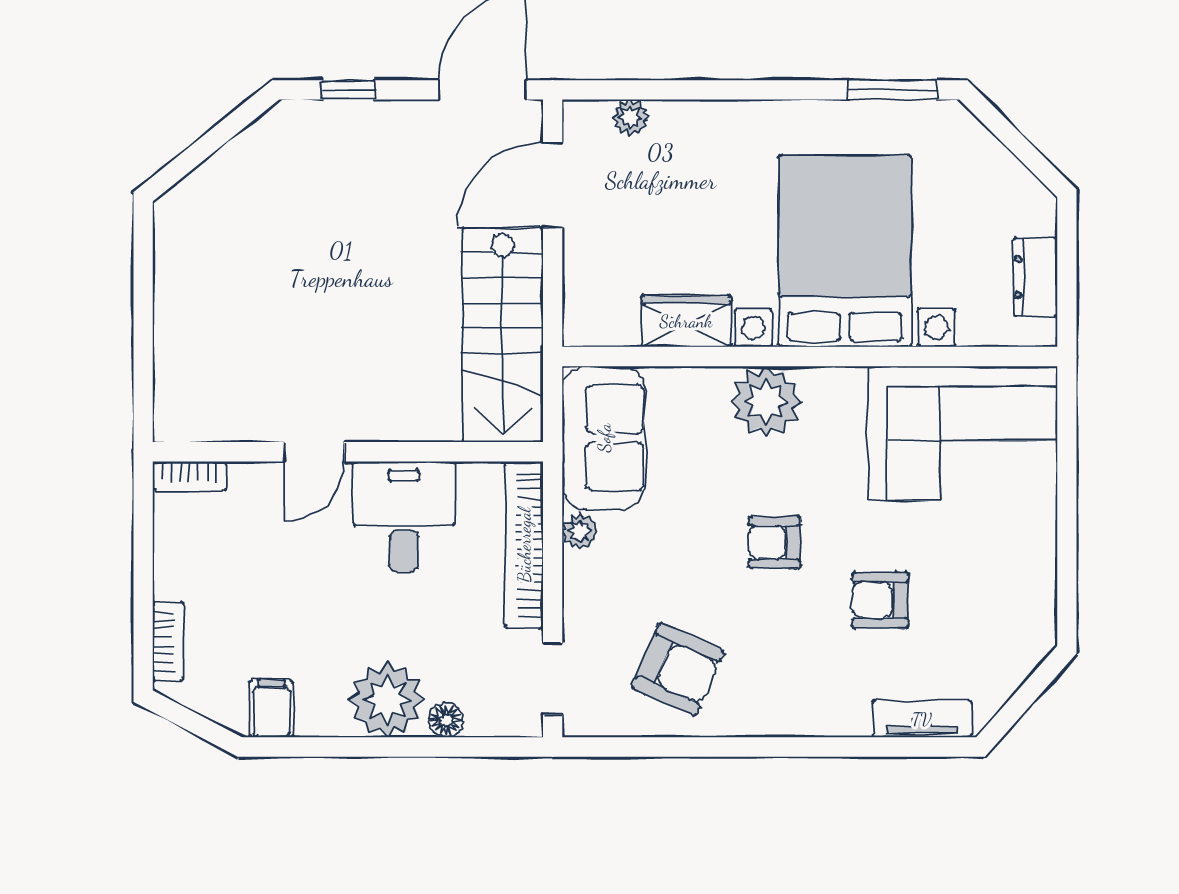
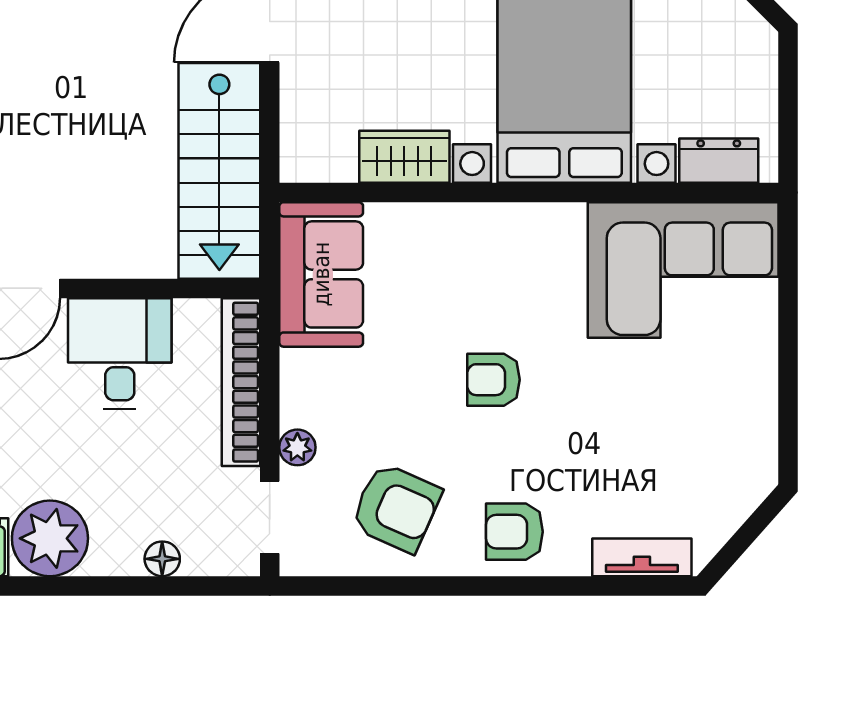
dresser: (1035, 277) -> (719, 161), moved, turned 90
plant: (766, 401) -> (485, 238), removed
plant: (580, 531) -> (297, 447), moved
armchair: (880, 600) -> (514, 532), moved
plant: (387, 700) -> (50, 538), moved

